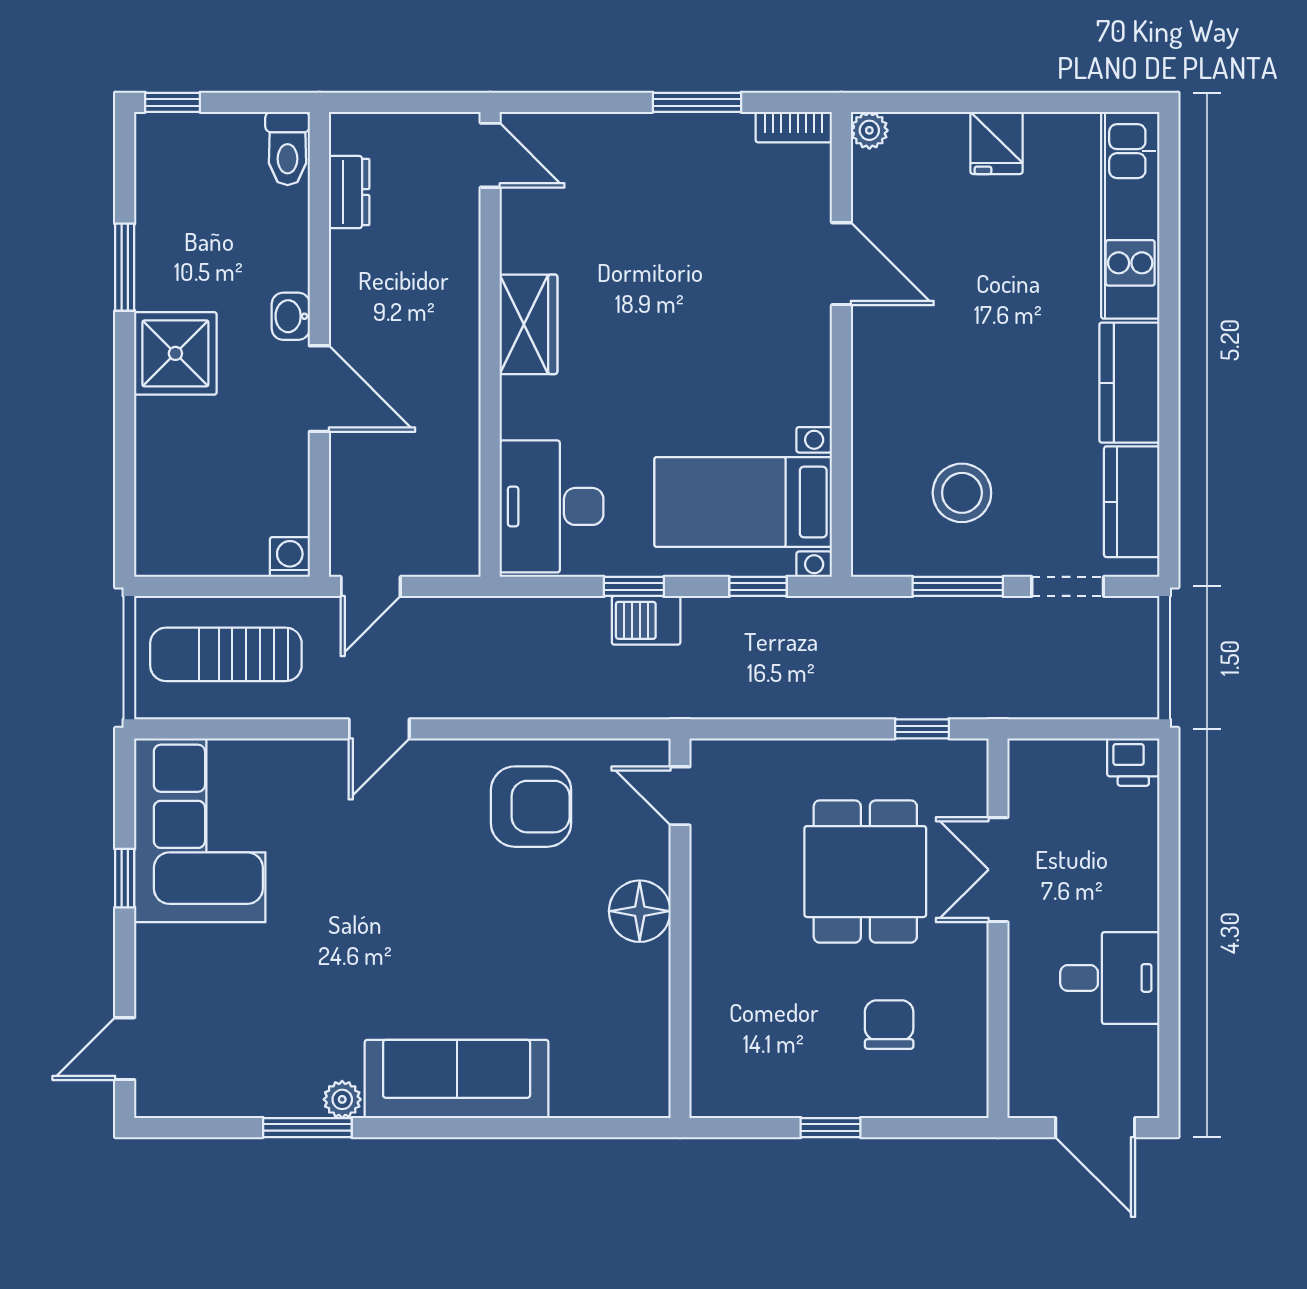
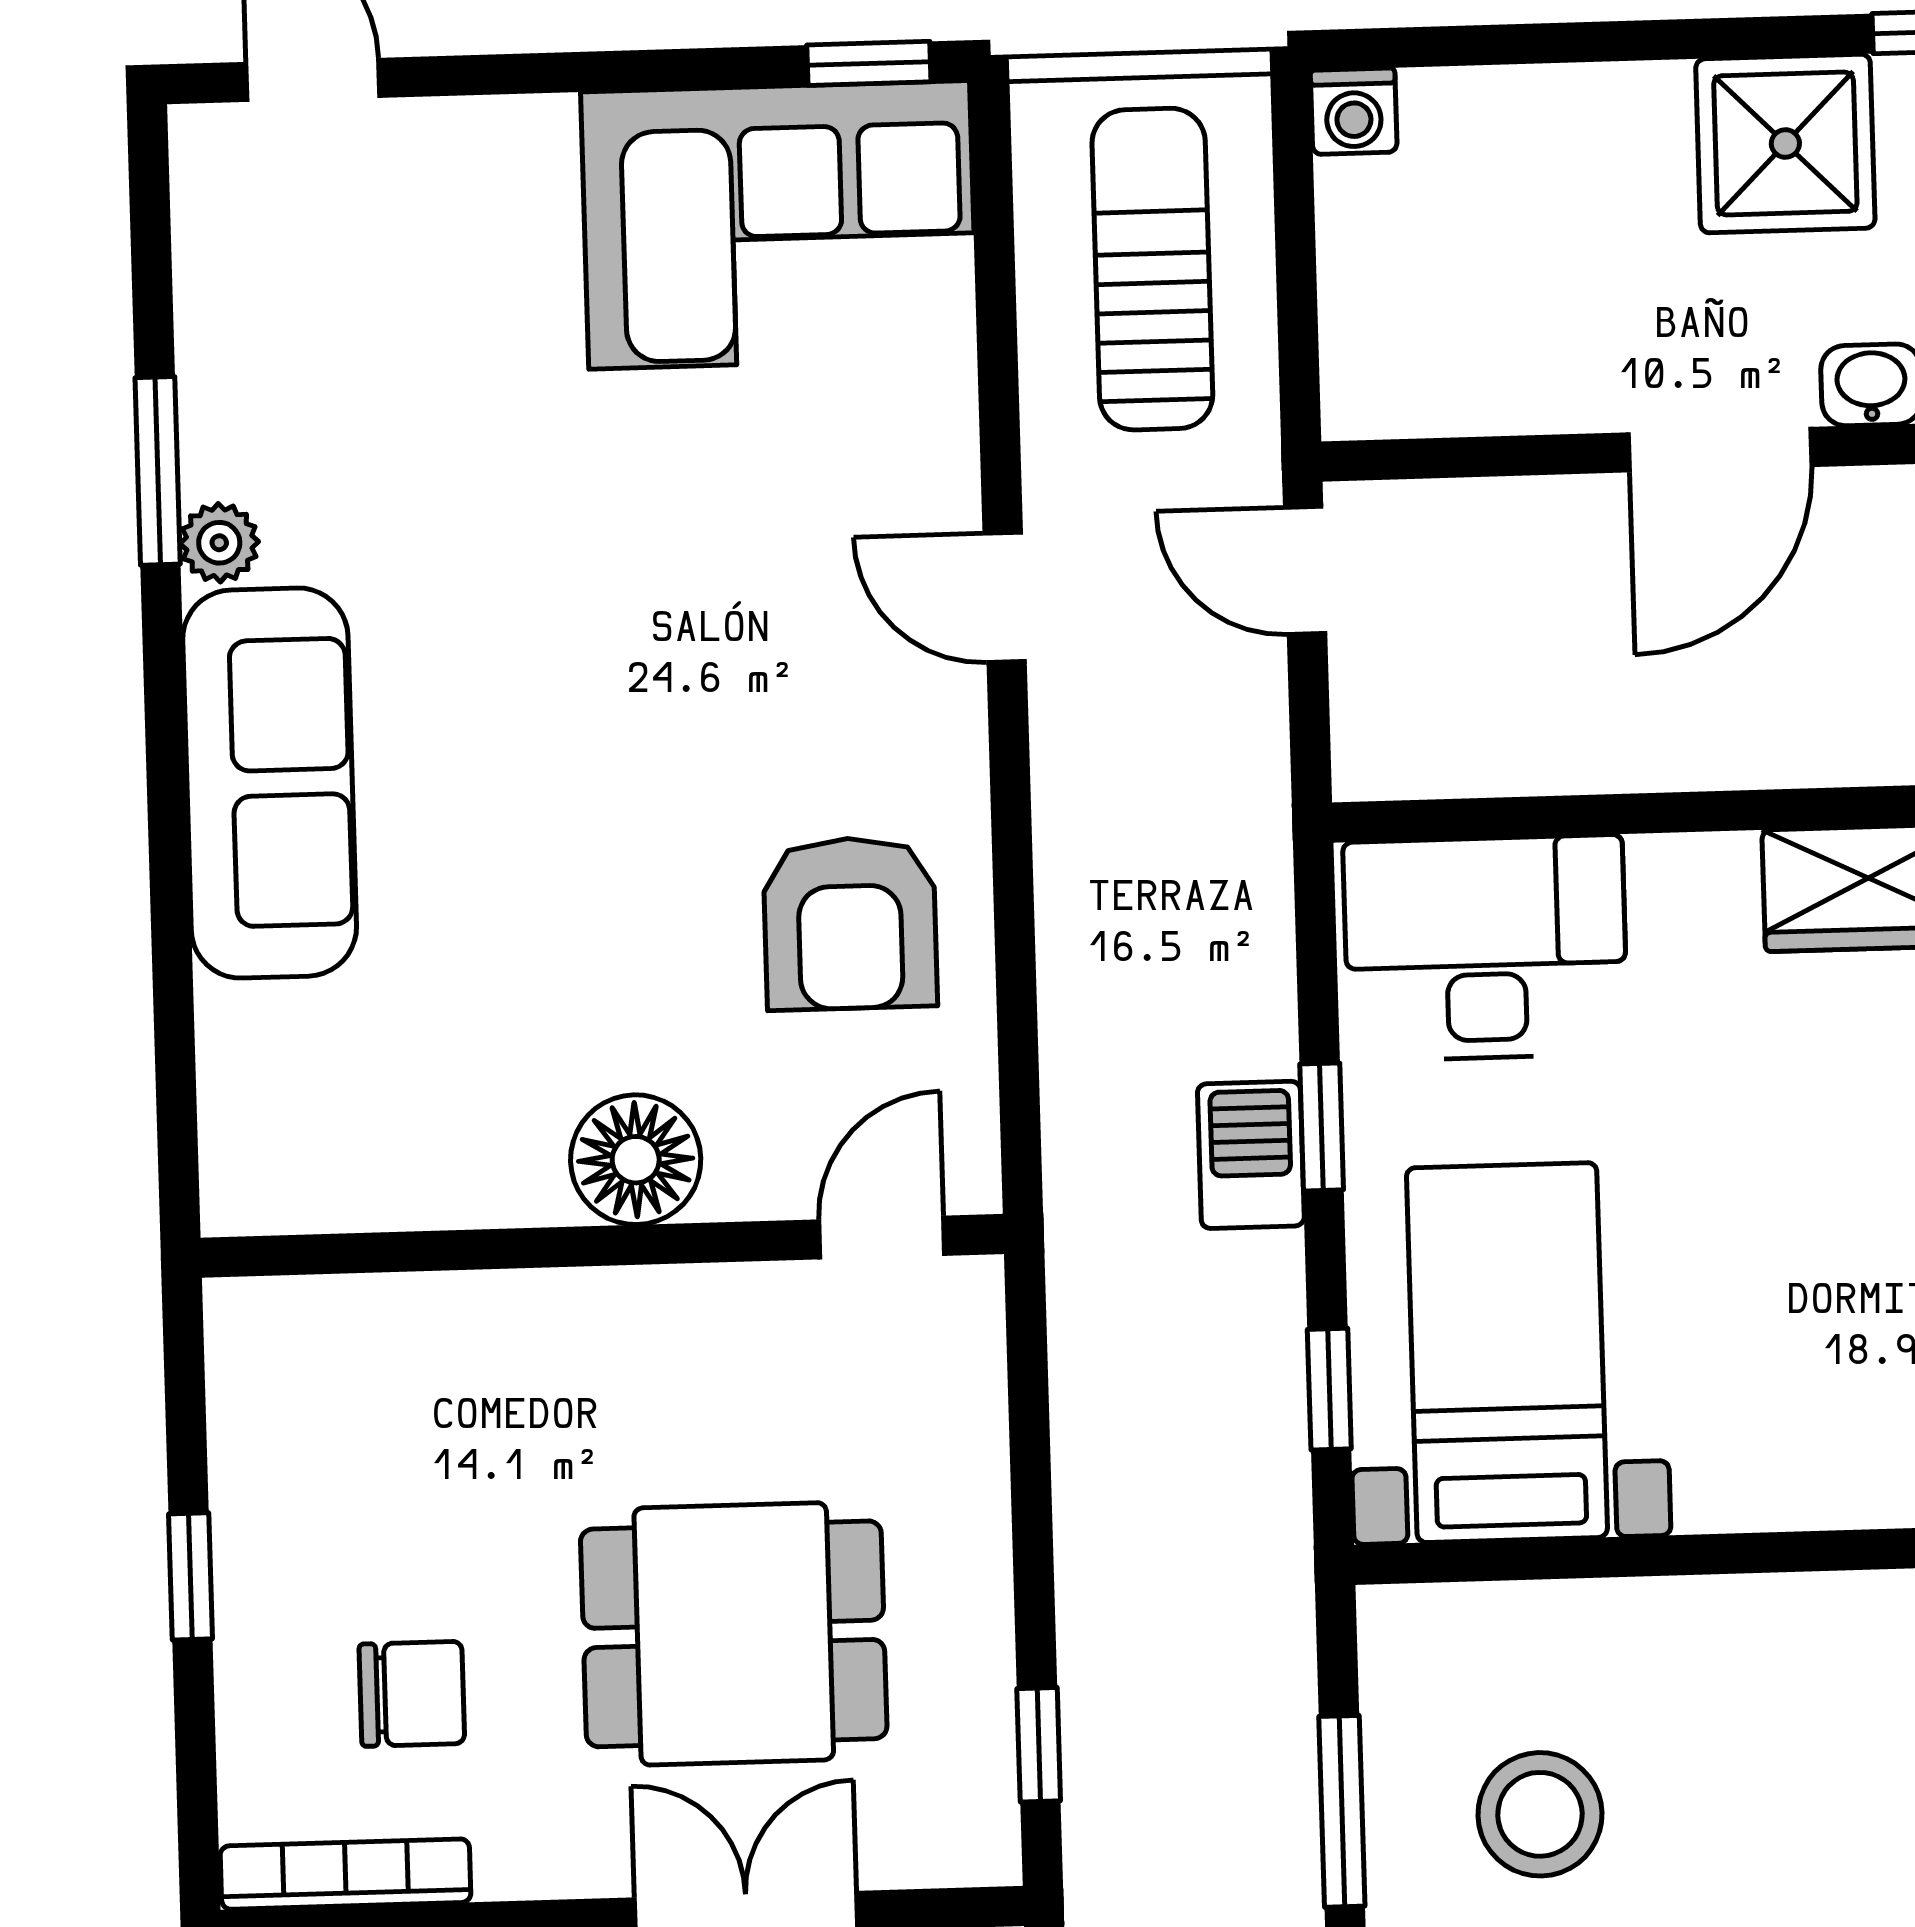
washing machine: (290, 557) -> (1354, 111), moved, turned 90
window: (125, 878) -> (869, 63), moved
bookcase: (973, 1058) -> (346, 1874), added

